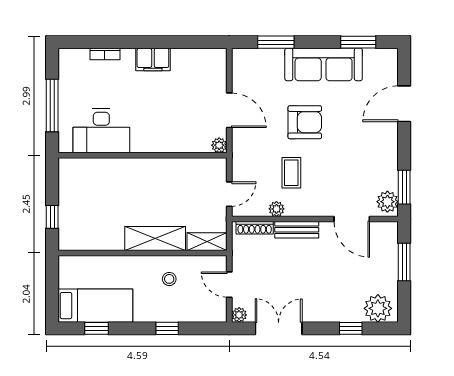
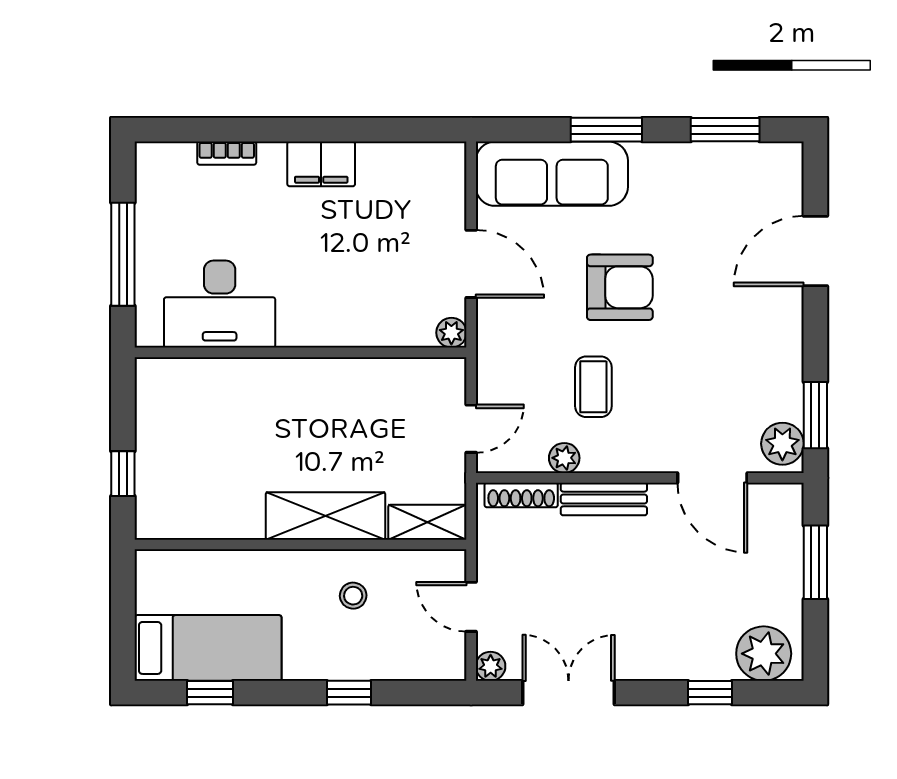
window: (276, 42) -> (606, 130), moved
sofa: (324, 64) -> (552, 174), moved

